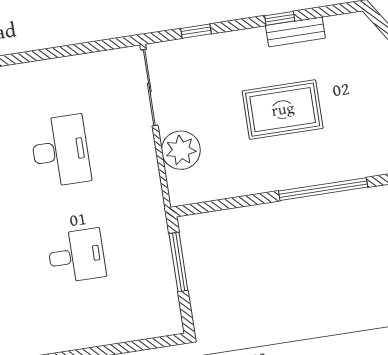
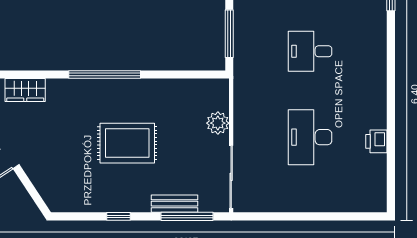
window: (196, 31) -> (187, 216), width x2.17
bench: (295, 32) -> (175, 204), moved
plant: (181, 150) -> (218, 123), width x0.73, depth x0.73

